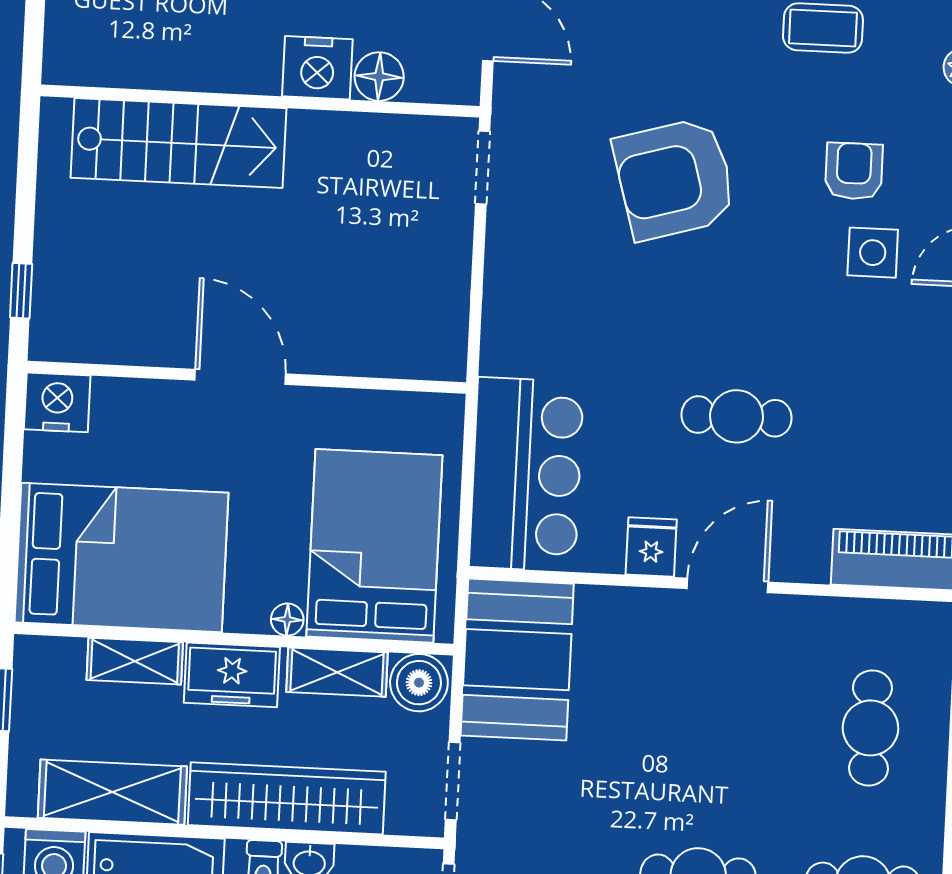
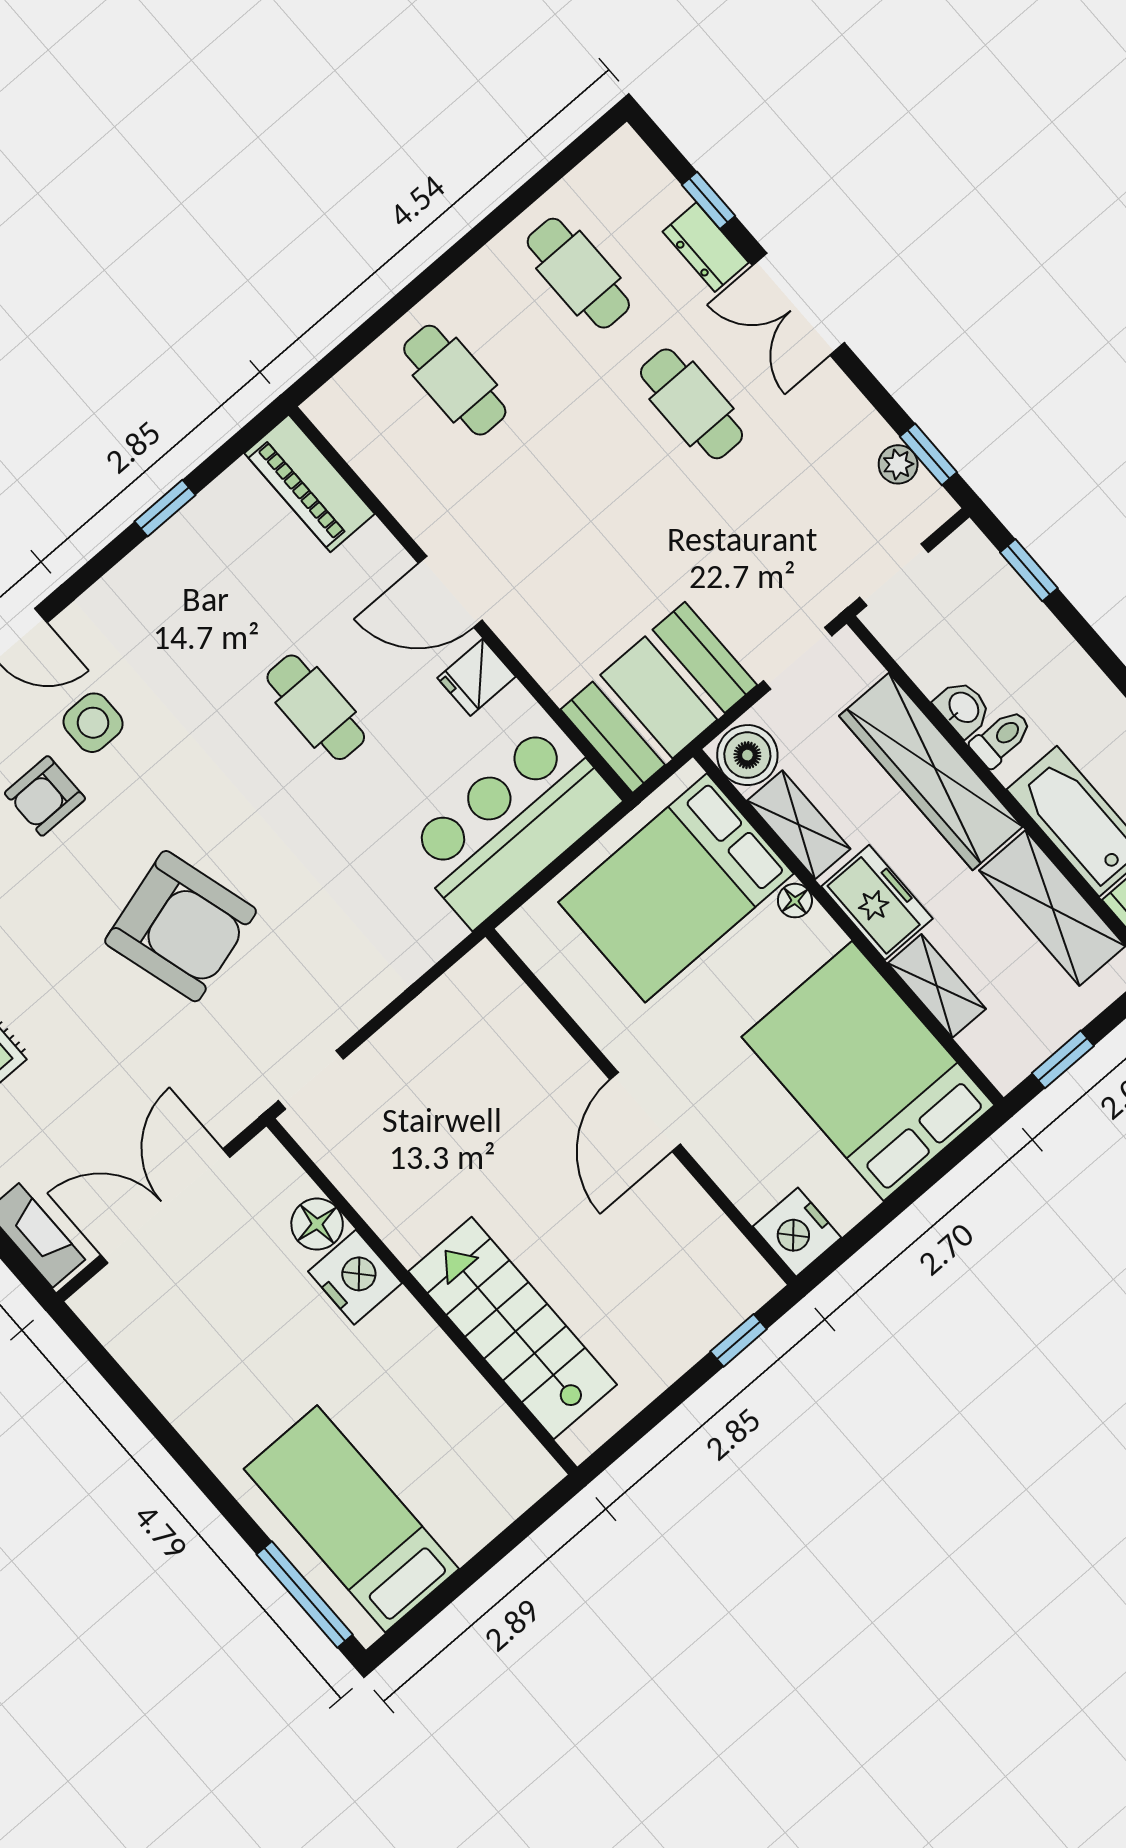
cafe table: (870, 728) -> (455, 380), turned 90

